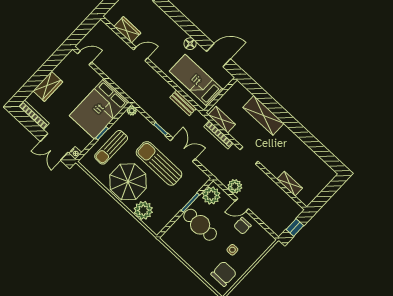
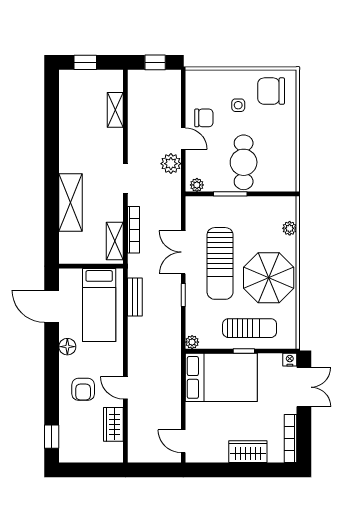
armchair: (160, 31) -> (83, 389), added
window: (329, 191) -> (85, 62), added
plant: (211, 195) -> (197, 185), width x0.53, depth x0.53
plant: (143, 210) -> (290, 228), width x0.53, depth x0.53

